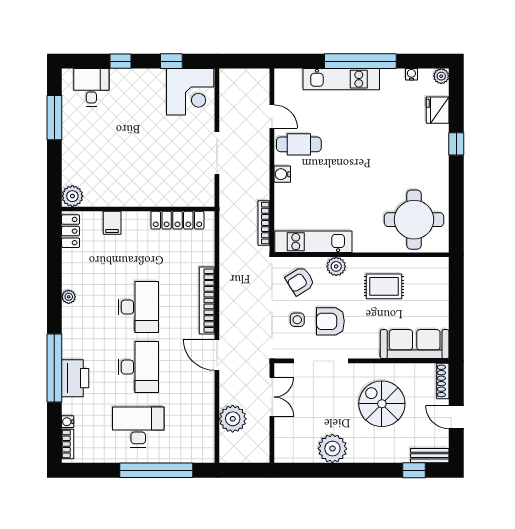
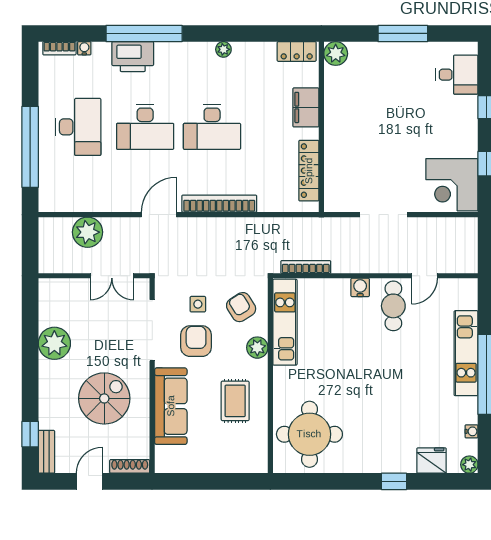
window: (54, 118) -> (403, 33), moved
filing cabinet: (112, 223) -> (306, 107), width x2.00
sofa: (415, 344) -> (171, 406), moved

